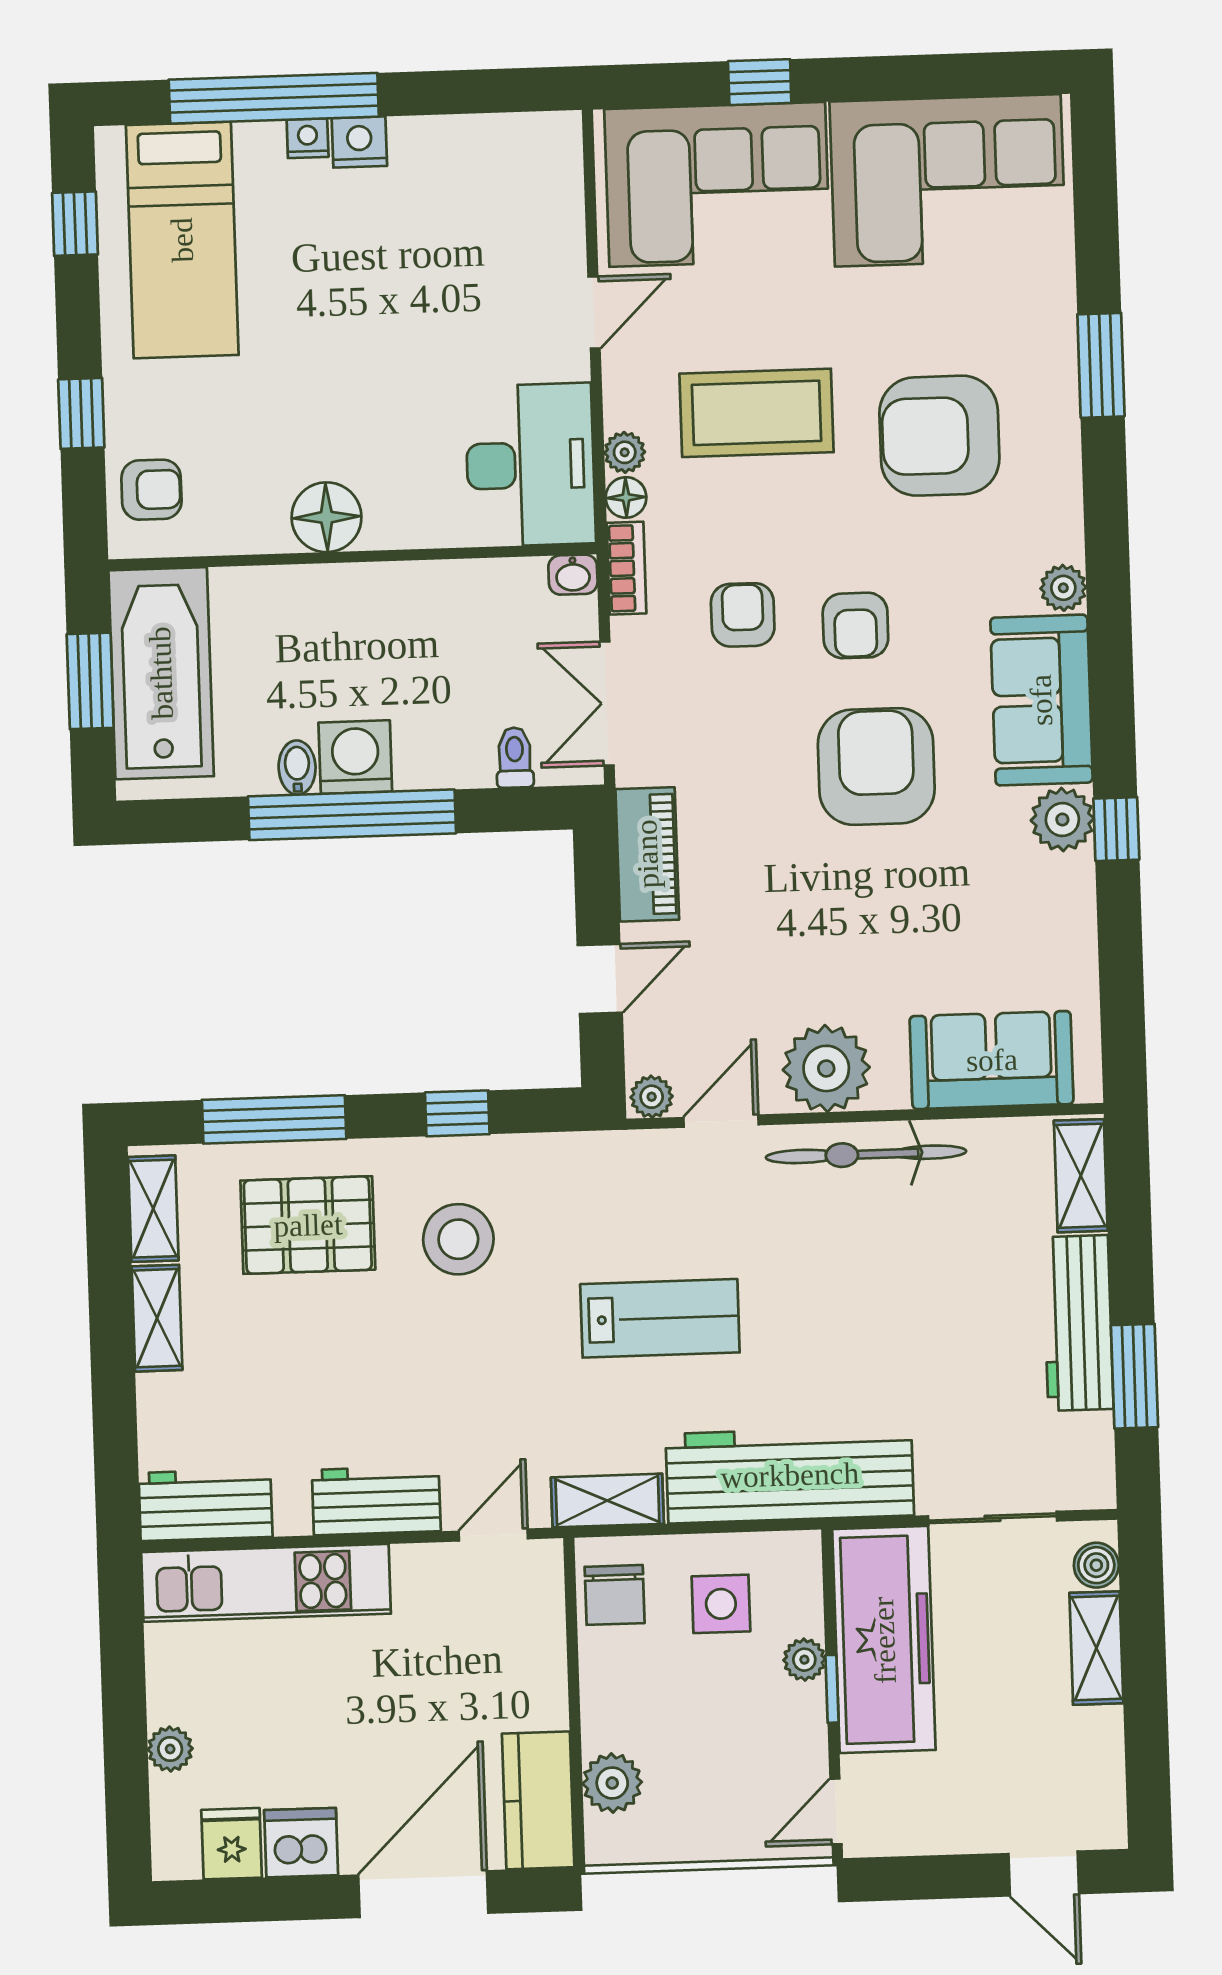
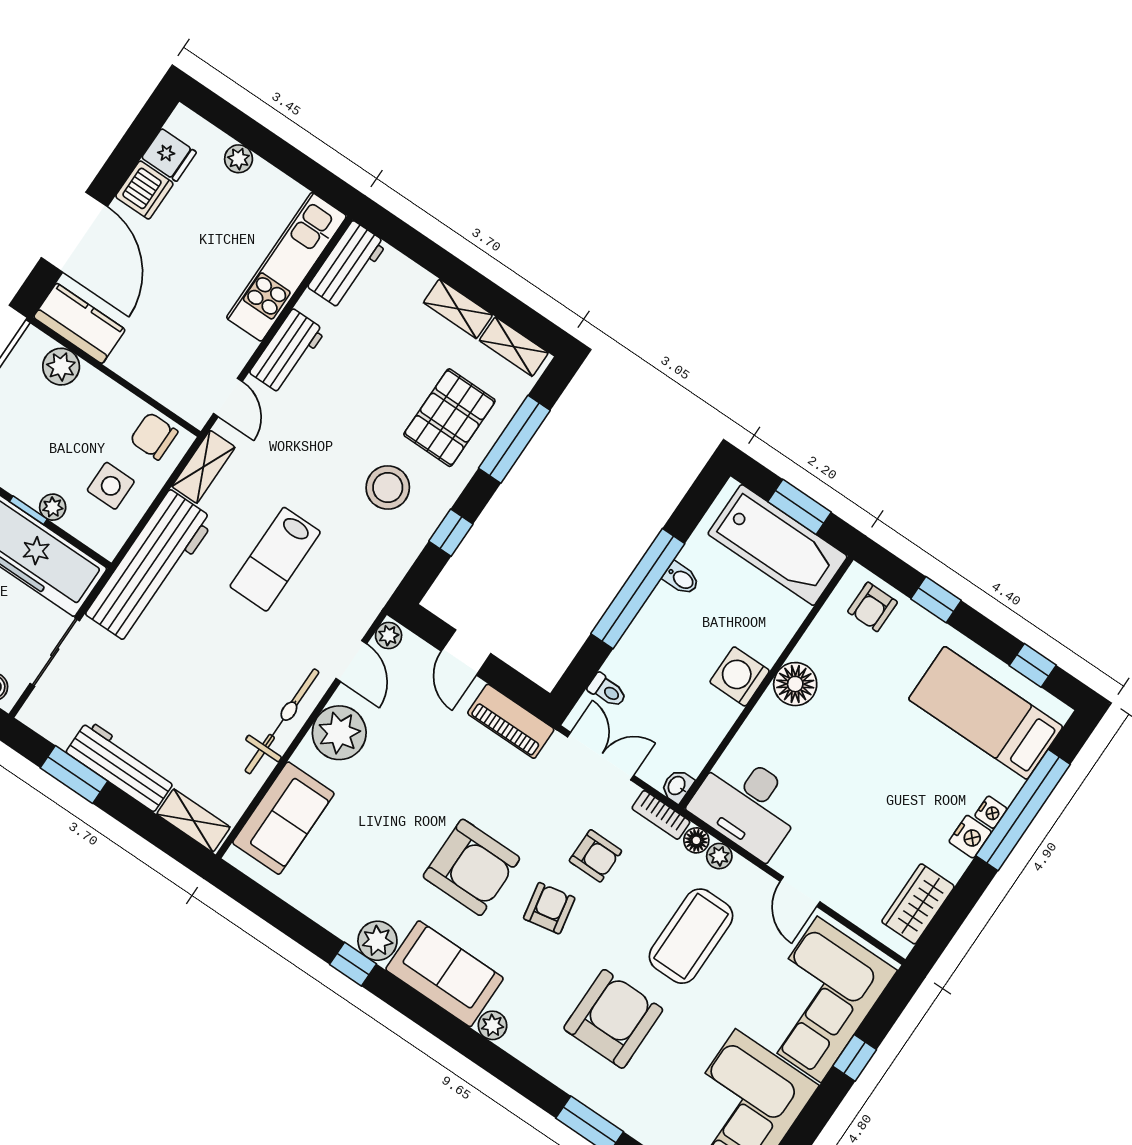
wardrobe: (497, 146) -> (918, 904), added
armchair: (855, 625) -> (549, 908), turned 79
washing machine: (355, 757) -> (740, 676), moved, turned 180

